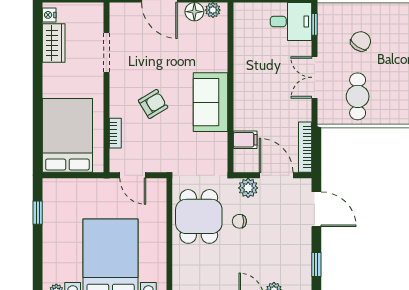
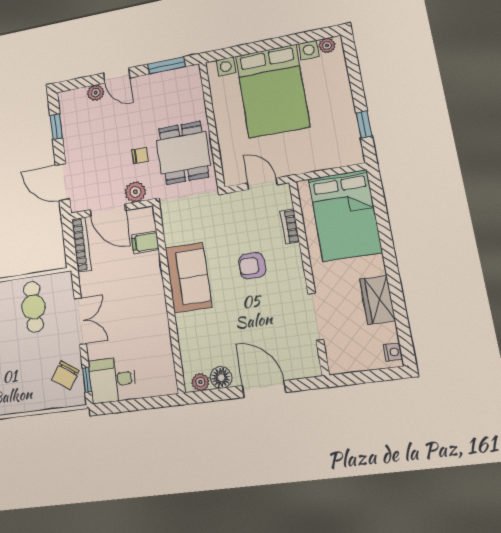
chair: (361, 41) -> (65, 375), moved
wardrobe: (54, 43) -> (377, 300), moved
armchair: (153, 104) -> (252, 266), turned 31

